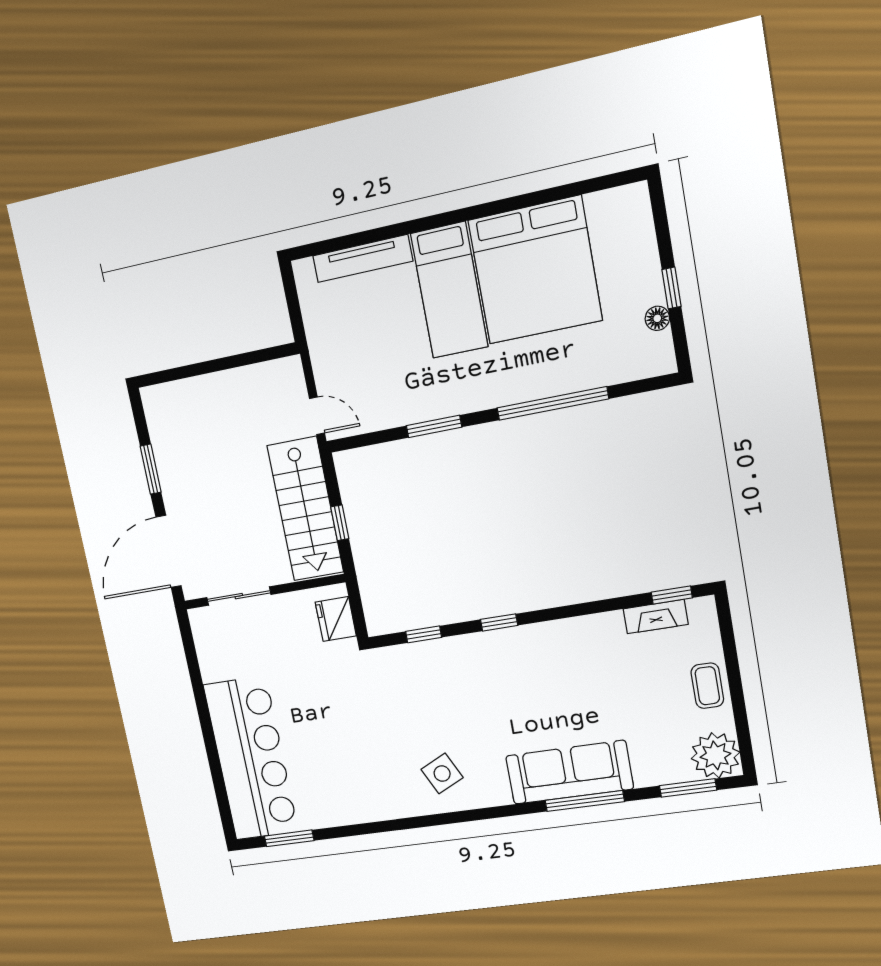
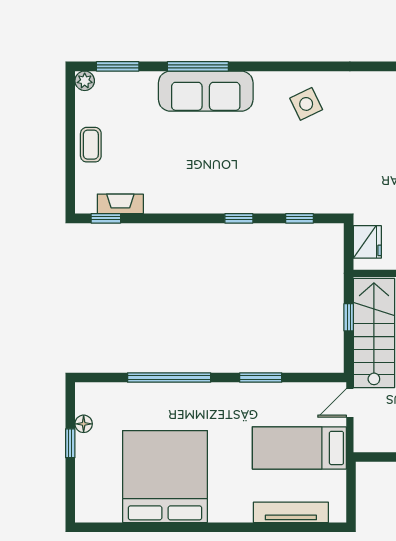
bed: (449, 290) -> (299, 448), moved, turned -90
door: (317, 416) -> (350, 403), hinge flipped
plant: (715, 755) -> (85, 81), width x0.53, depth x0.53

